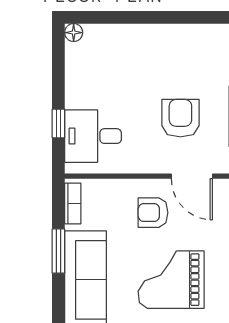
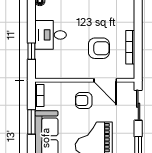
armchair: (180, 118) -> (99, 48), turned 90
desk: (93, 136) -> (51, 35), moved

